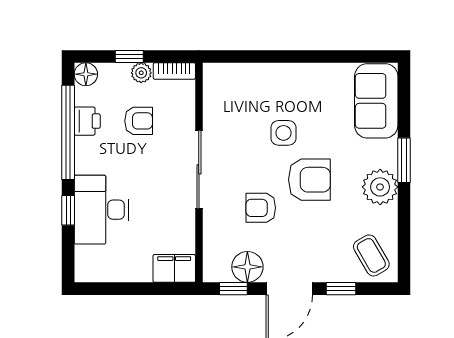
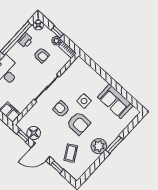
sofa: (376, 101) -> (115, 101), moved, turned -90
armchair: (261, 208) -> (61, 109), moved
coffee table: (371, 255) -> (71, 153), moved

